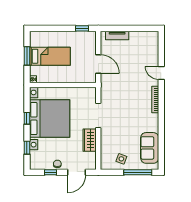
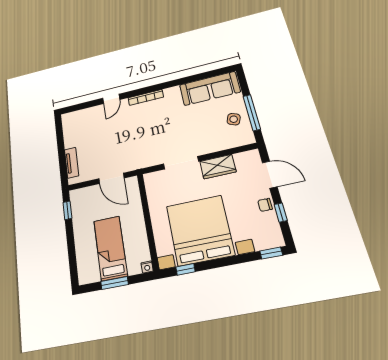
door: (98, 64) -> (111, 178), swing flipped
window: (27, 118) -> (185, 269), moved
window: (27, 148) -> (271, 253), moved
sofa: (150, 148) -> (210, 88), width x1.36
window: (138, 172) -> (252, 113), moved

